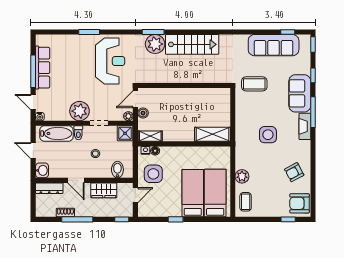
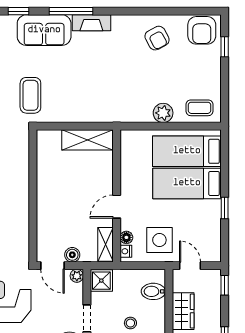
shelving: (212, 134) -> (88, 140), moved, turned 90
side table: (268, 135) -> (103, 76), removed
door: (177, 144) -> (117, 207), added

